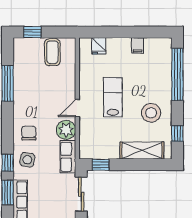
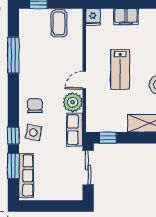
filing cabinet: (138, 45) -> (126, 17), moved, width x2.00
fridge: (99, 46) -> (93, 17), moved
lab bench: (113, 97) -> (120, 69), turned 180

